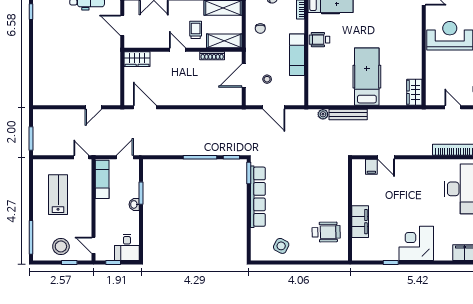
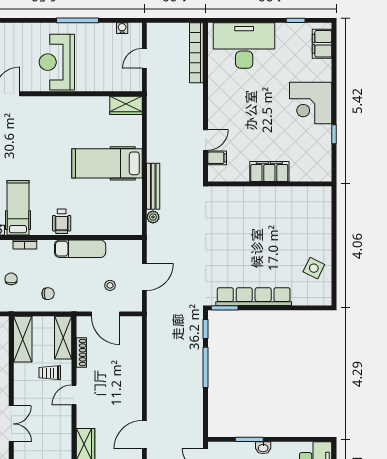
filing cabinet: (360, 222) -> (269, 172), moved
wheelchair: (326, 232) -> (297, 213), removed

